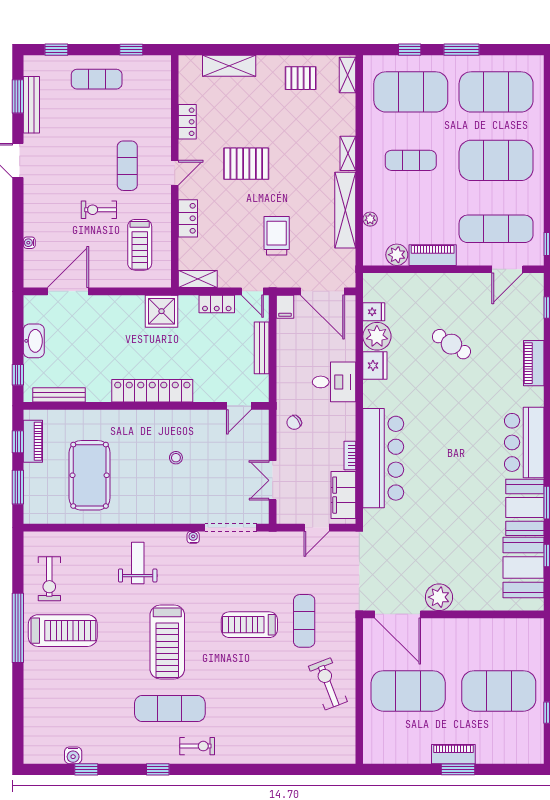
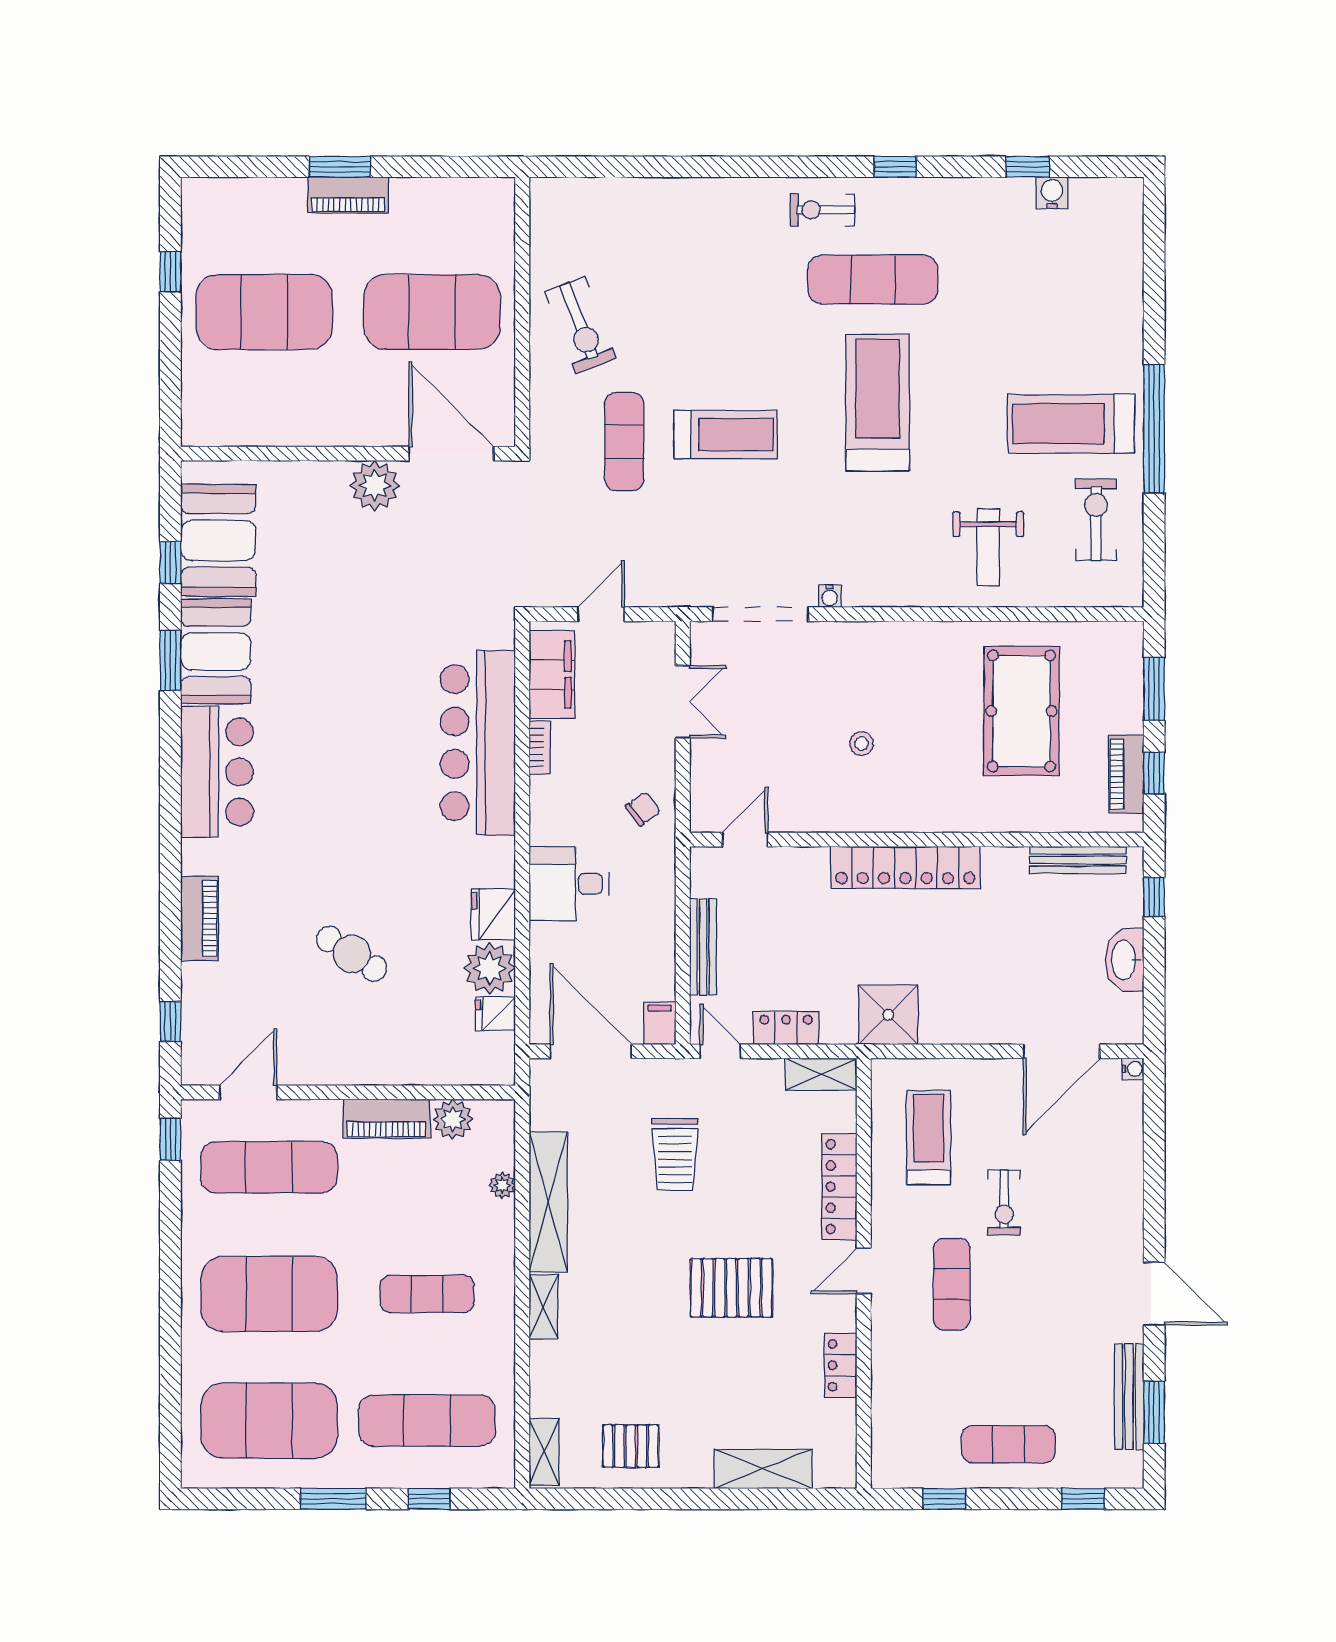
exercise mat: (411, 92) -> (427, 1421), width x0.68
exercise bike: (99, 210) -> (1004, 1203), turned 90
locker: (188, 218) -> (839, 1187), width x1.53
water cooler: (29, 243) -> (1133, 1069), moved
weight bench: (138, 563) -> (988, 547), moved

